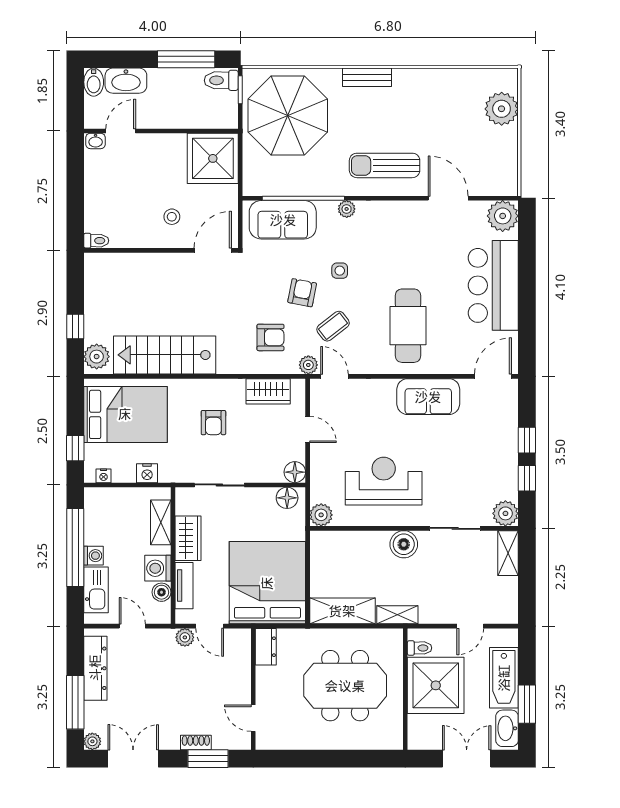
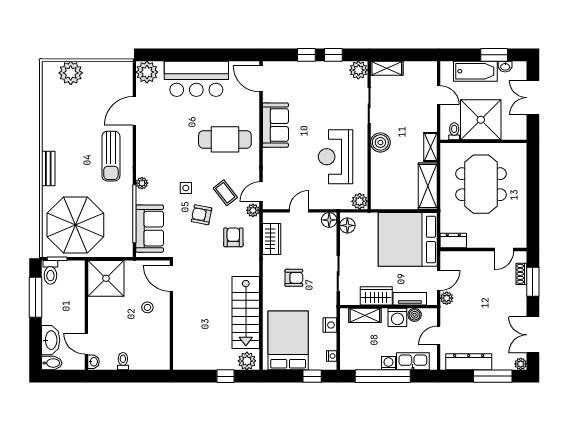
toilet: (96, 241) -> (123, 361), moved
washbasin: (507, 728) -> (505, 67), width x0.52, depth x0.69
shoe rack: (196, 742) -> (521, 274), moved

